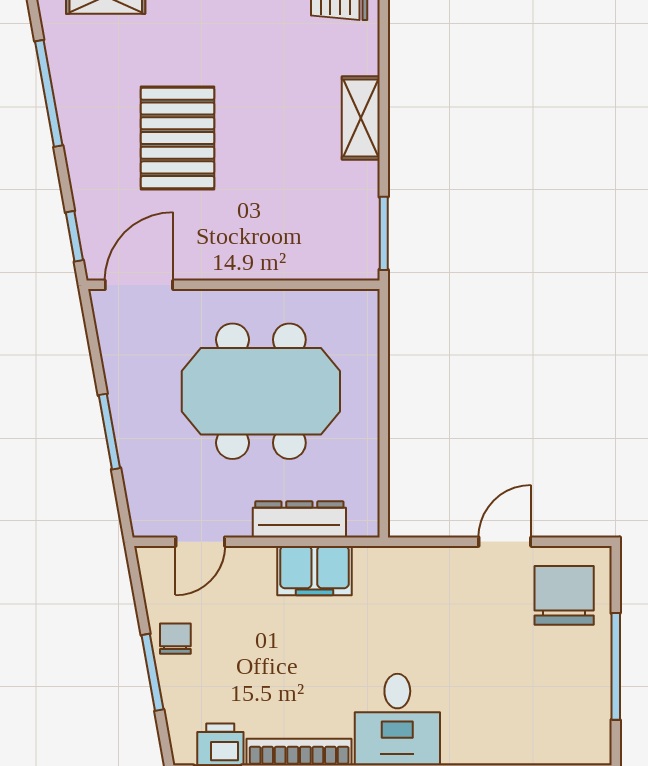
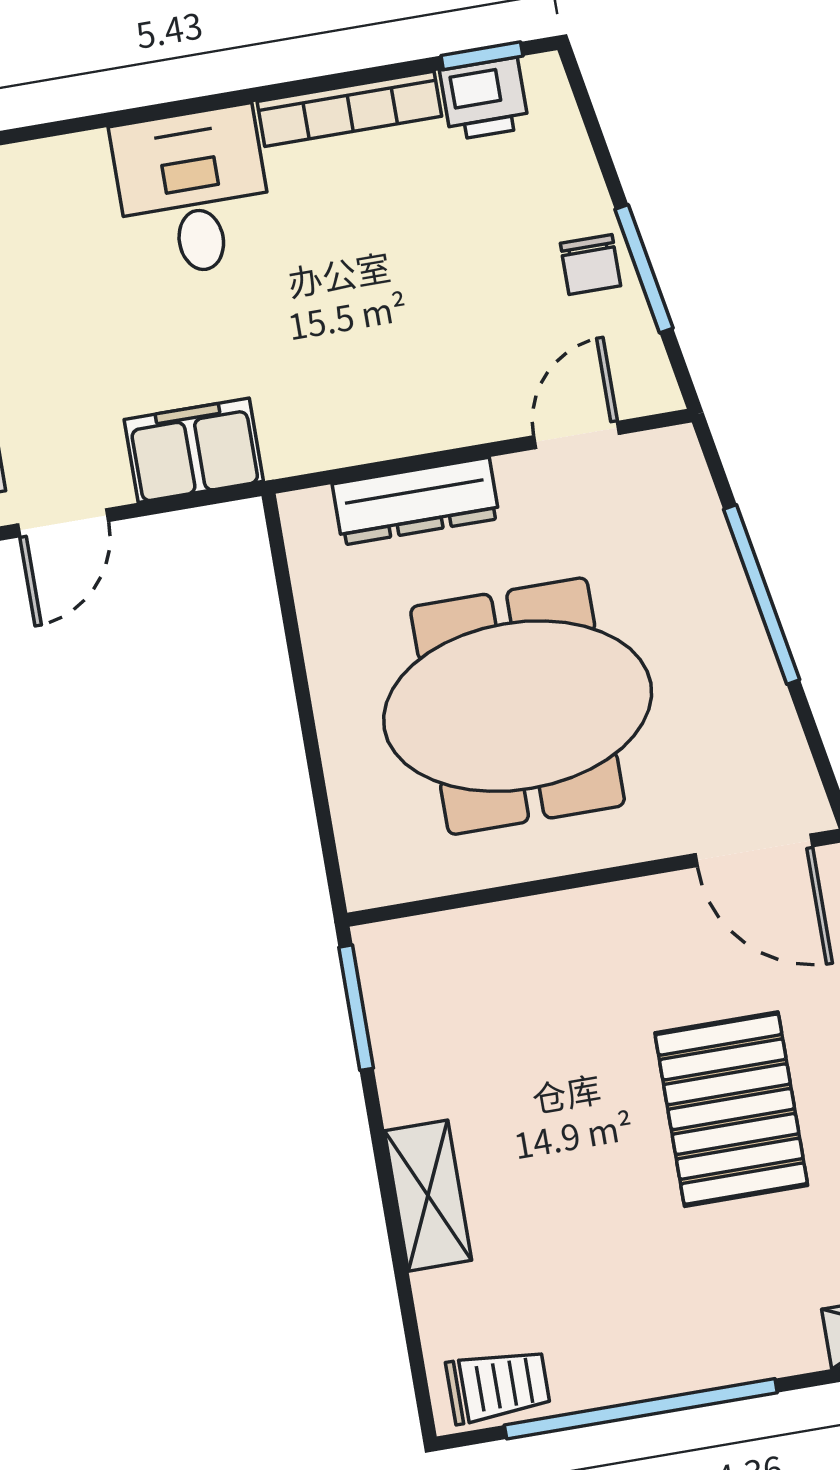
door: (139, 285) -> (754, 850), hinge flipped
window: (109, 432) -> (762, 594), width x1.44
filing cabinet: (314, 571) -> (194, 450), moved
window: (152, 672) -> (644, 269), moved

